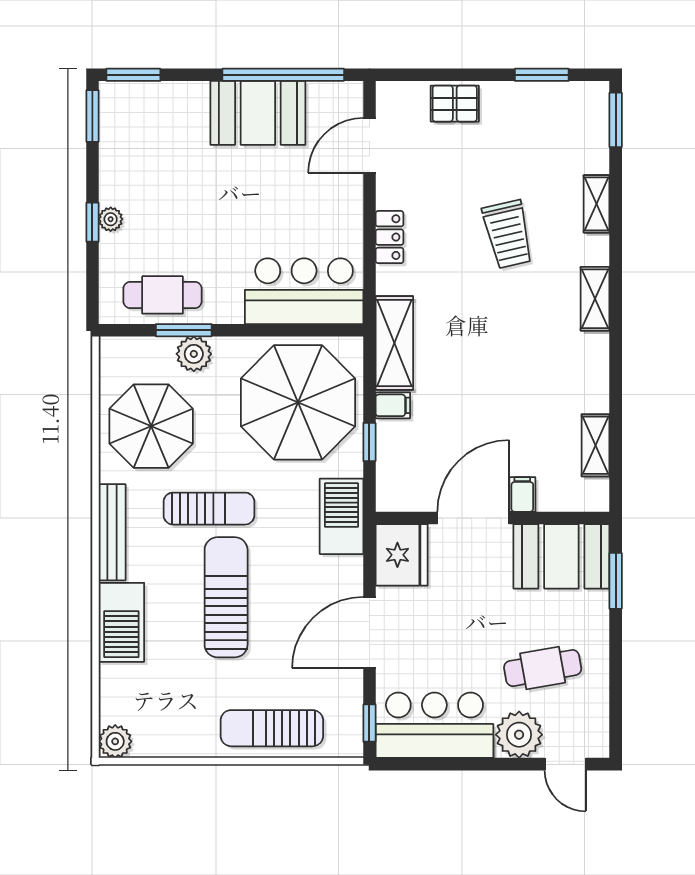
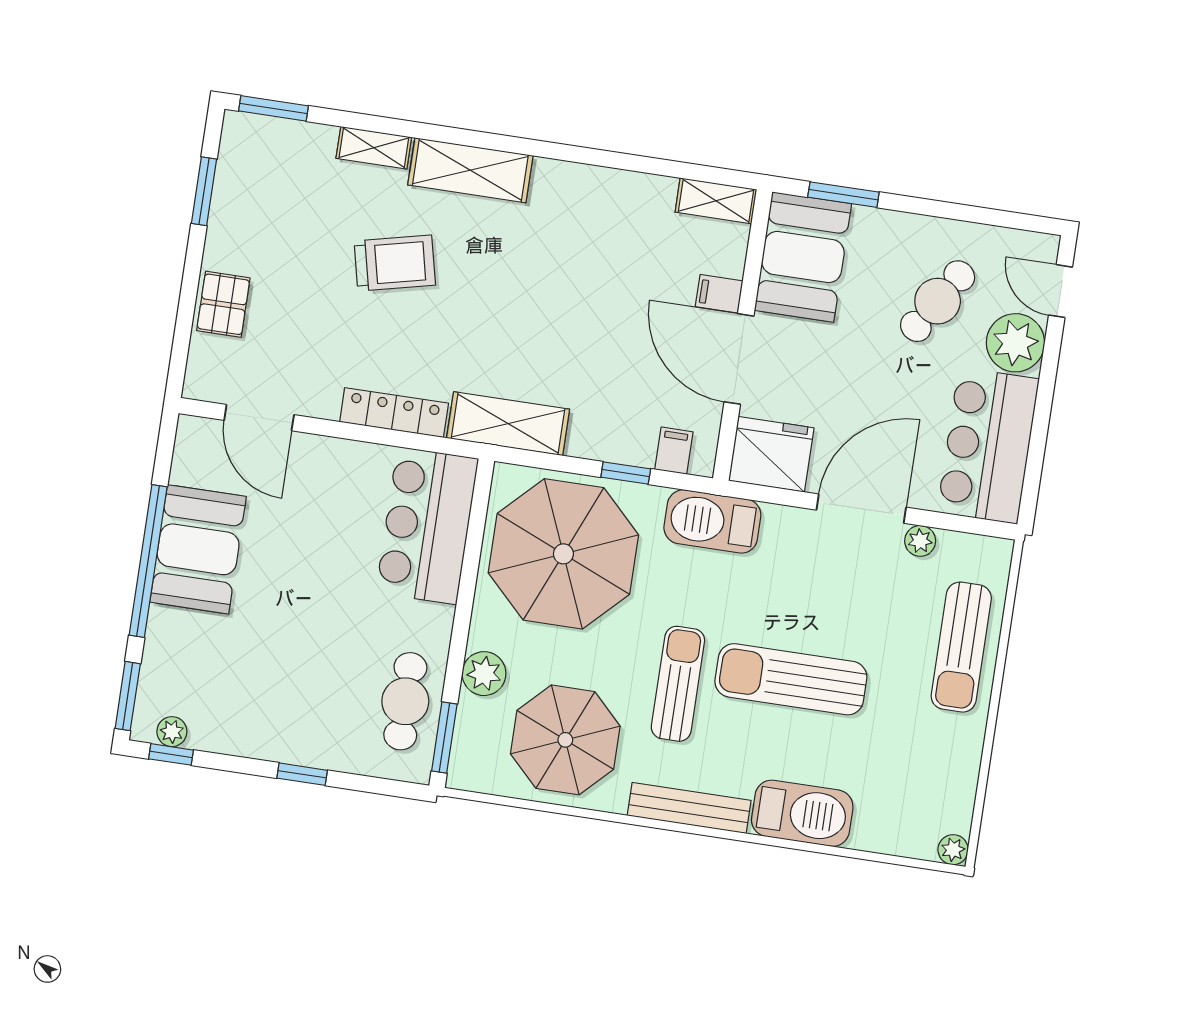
window: (283, 75) -> (148, 561), moved
window: (92, 116) -> (171, 754), width x0.67
plant: (111, 219) -> (172, 732), moved
locker: (389, 237) -> (394, 413), width x1.53
shelving: (595, 299) -> (470, 170), width x1.50, depth x1.33
window: (184, 330) -> (444, 738), moved
filing cabinet: (393, 405) -> (674, 451), moved
shelving: (596, 445) -> (716, 201), moved
door: (369, 633) -> (861, 509), swing flipped
cafe table: (543, 668) -> (938, 301), turned 42
plant: (351, 683) -> (920, 541), added
window: (369, 723) -> (973, 526), removed
plant: (115, 741) -> (953, 850), width x0.73, depth x0.73
door: (565, 764) -> (1061, 291), swing flipped

